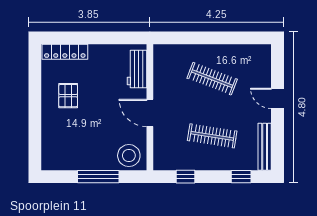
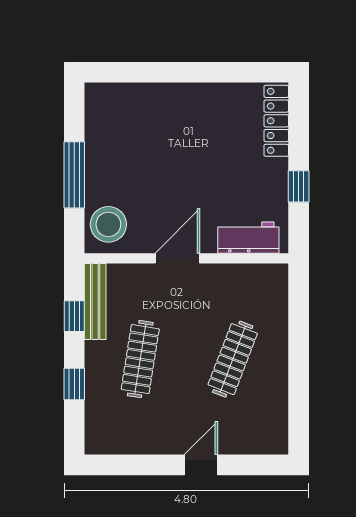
window: (105, 38) -> (299, 186), added
pallet: (68, 96) -> (205, 126), removed
bench: (265, 147) -> (95, 302), moved, turned 90
window: (241, 177) -> (74, 384), moved

